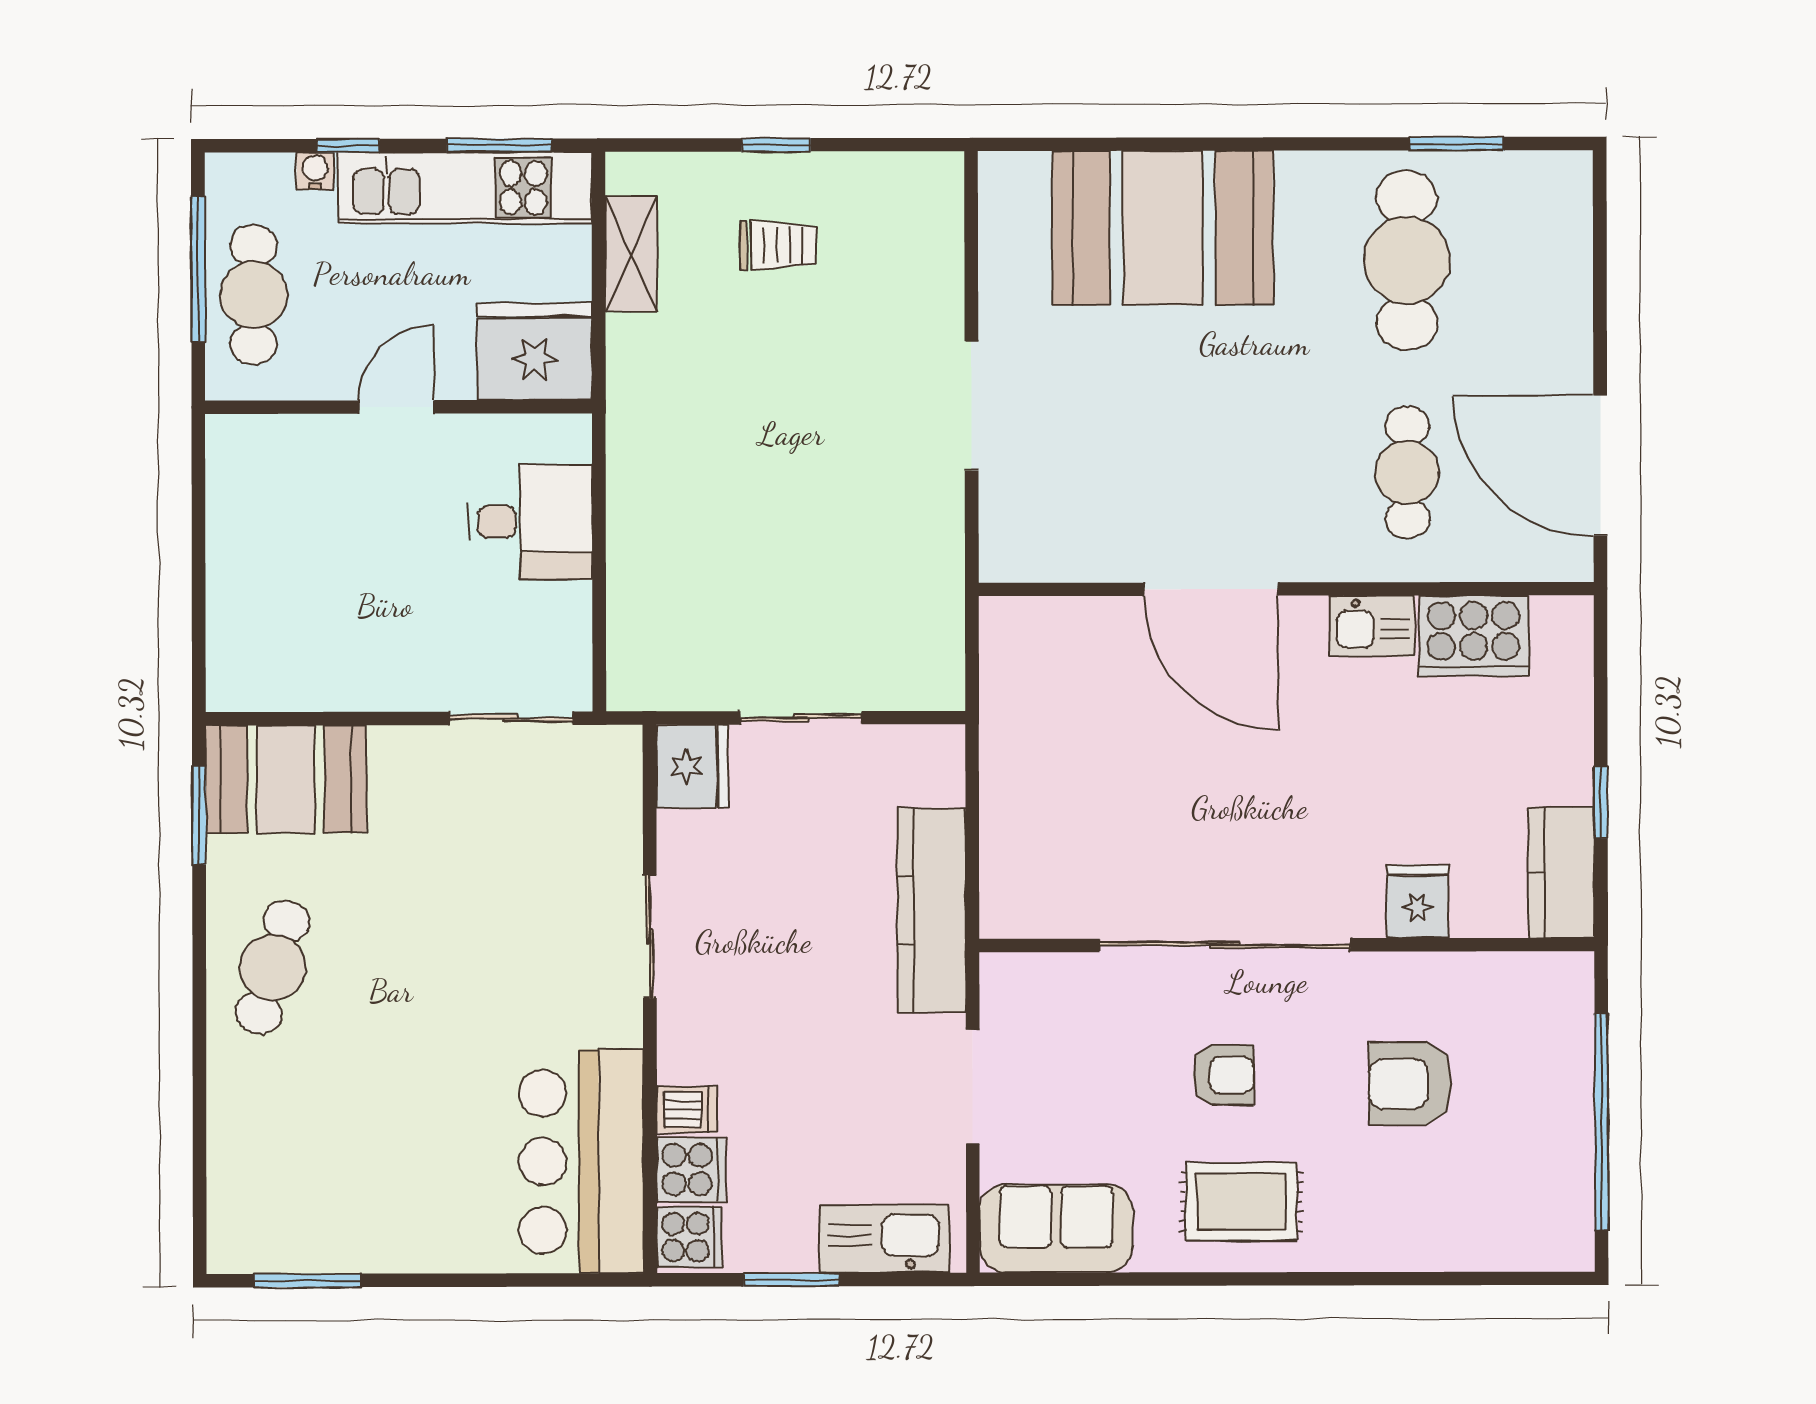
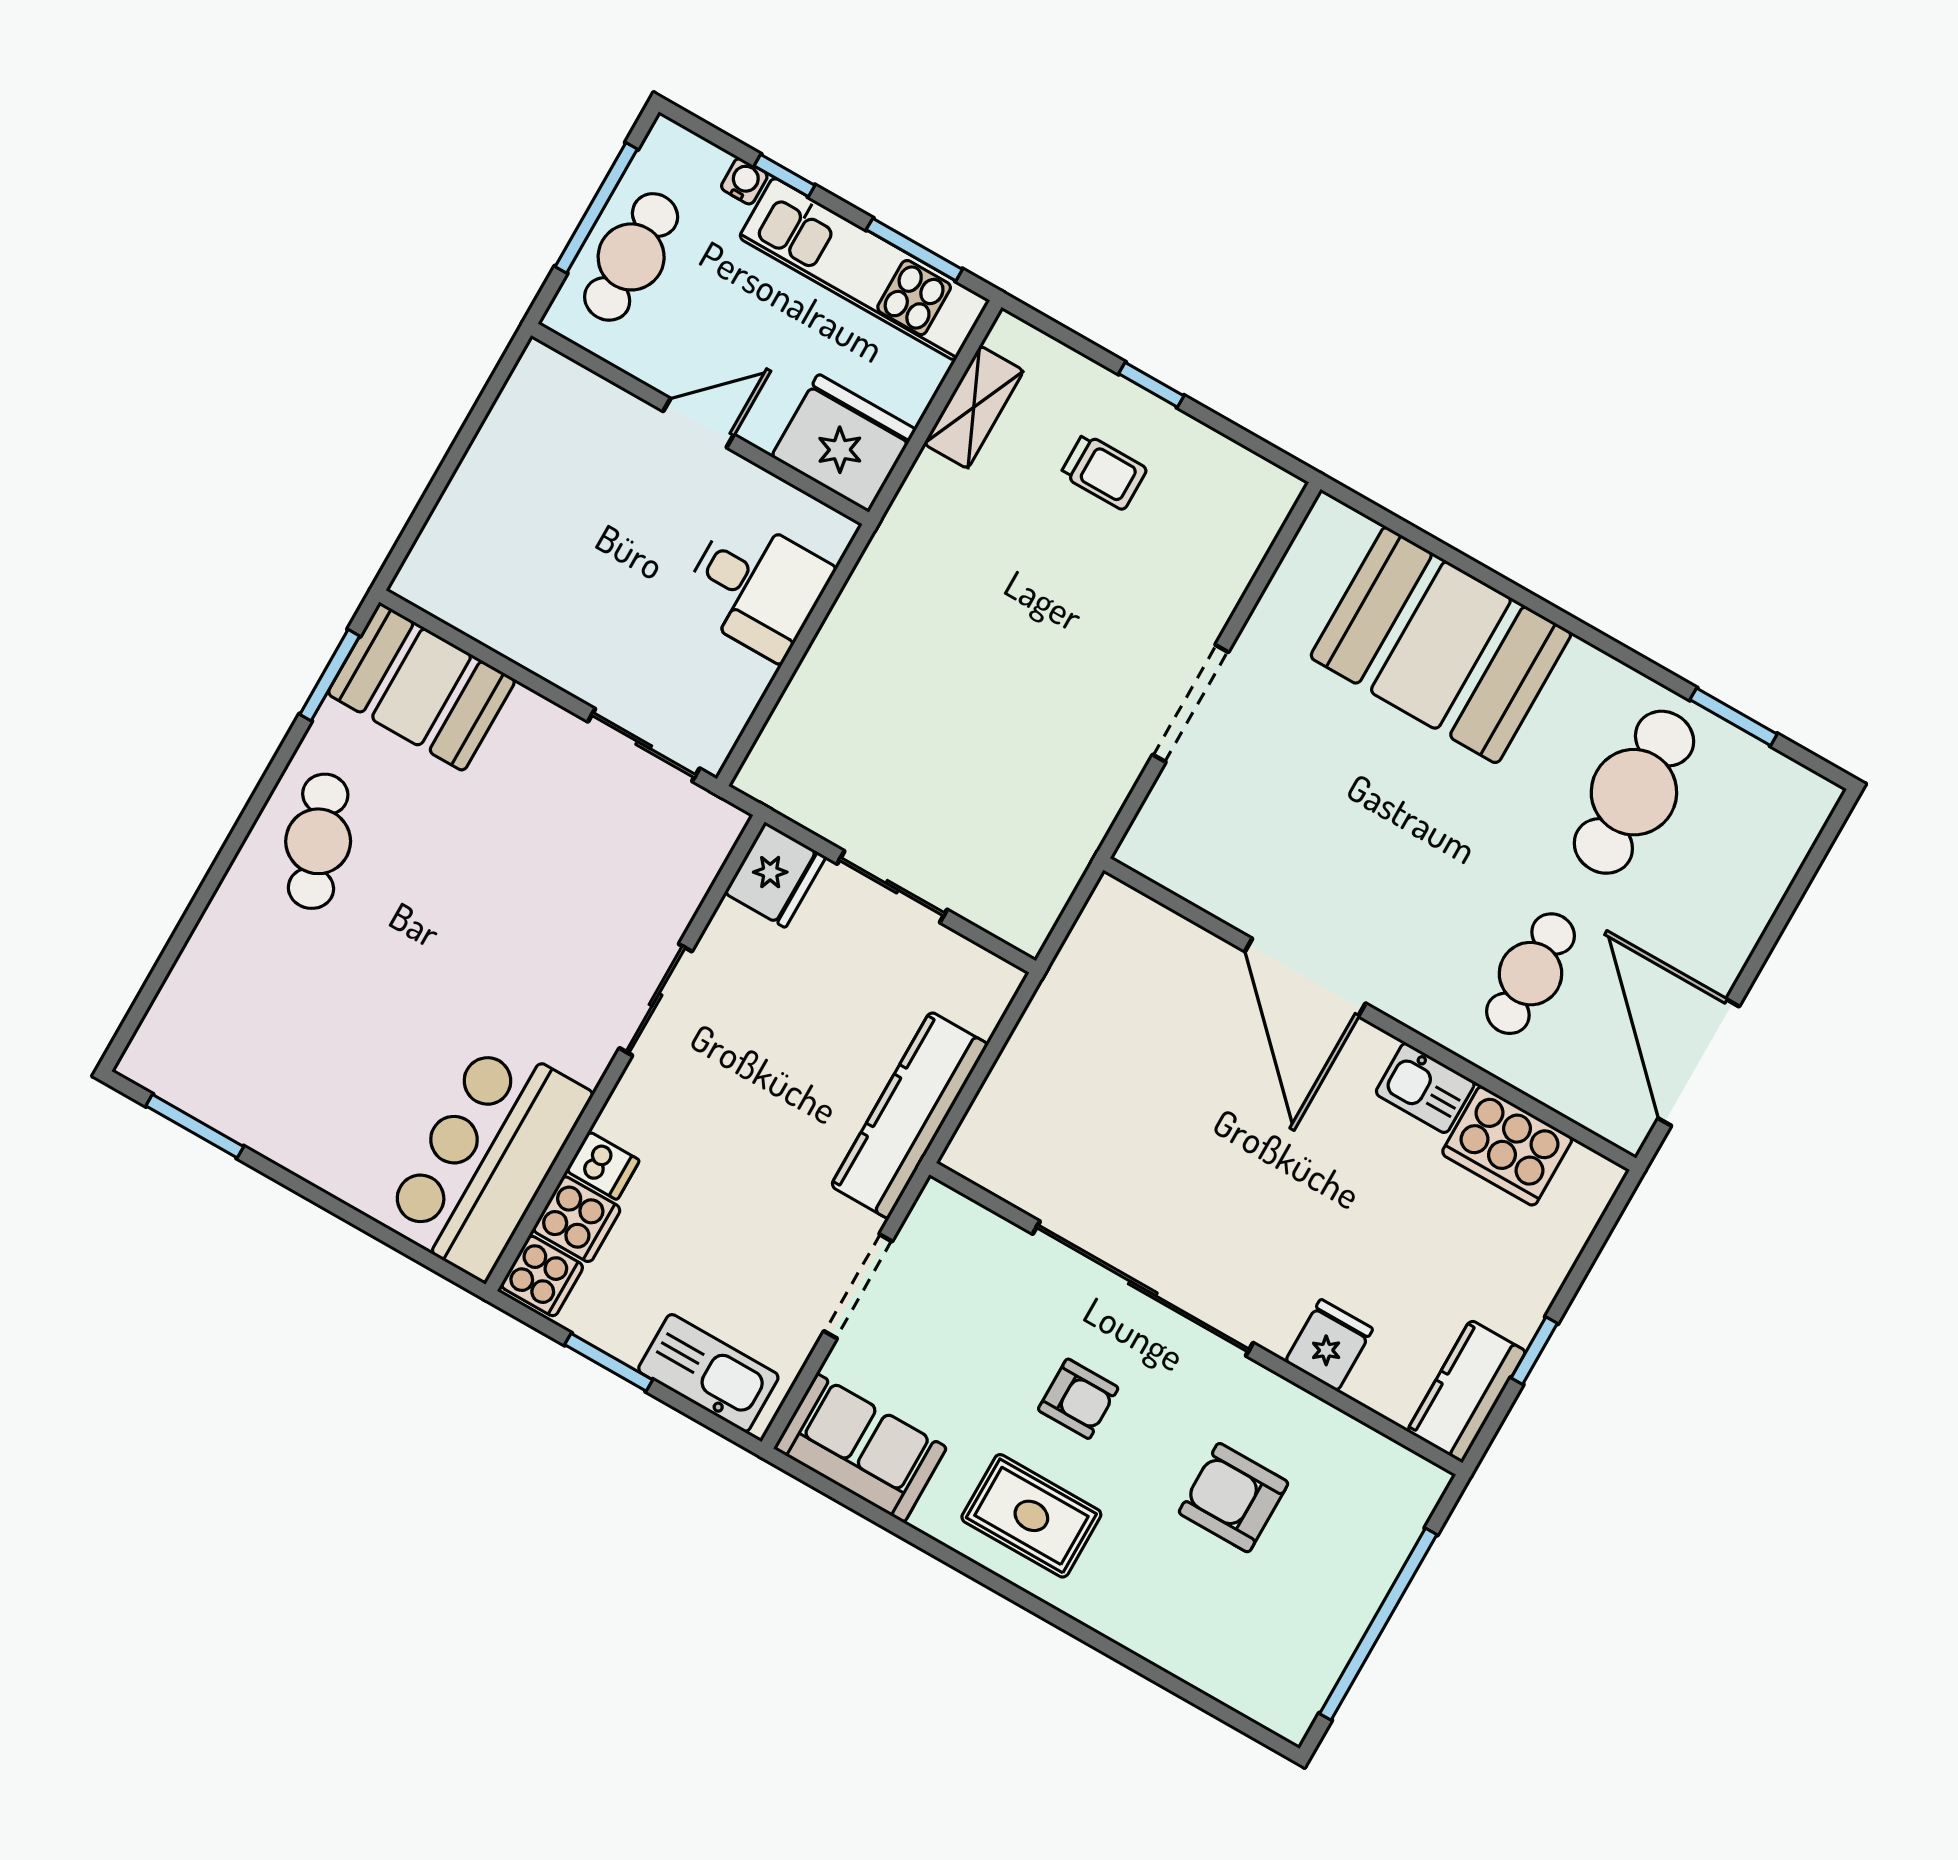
cafe table: (273, 967) -> (318, 841), turned -38

